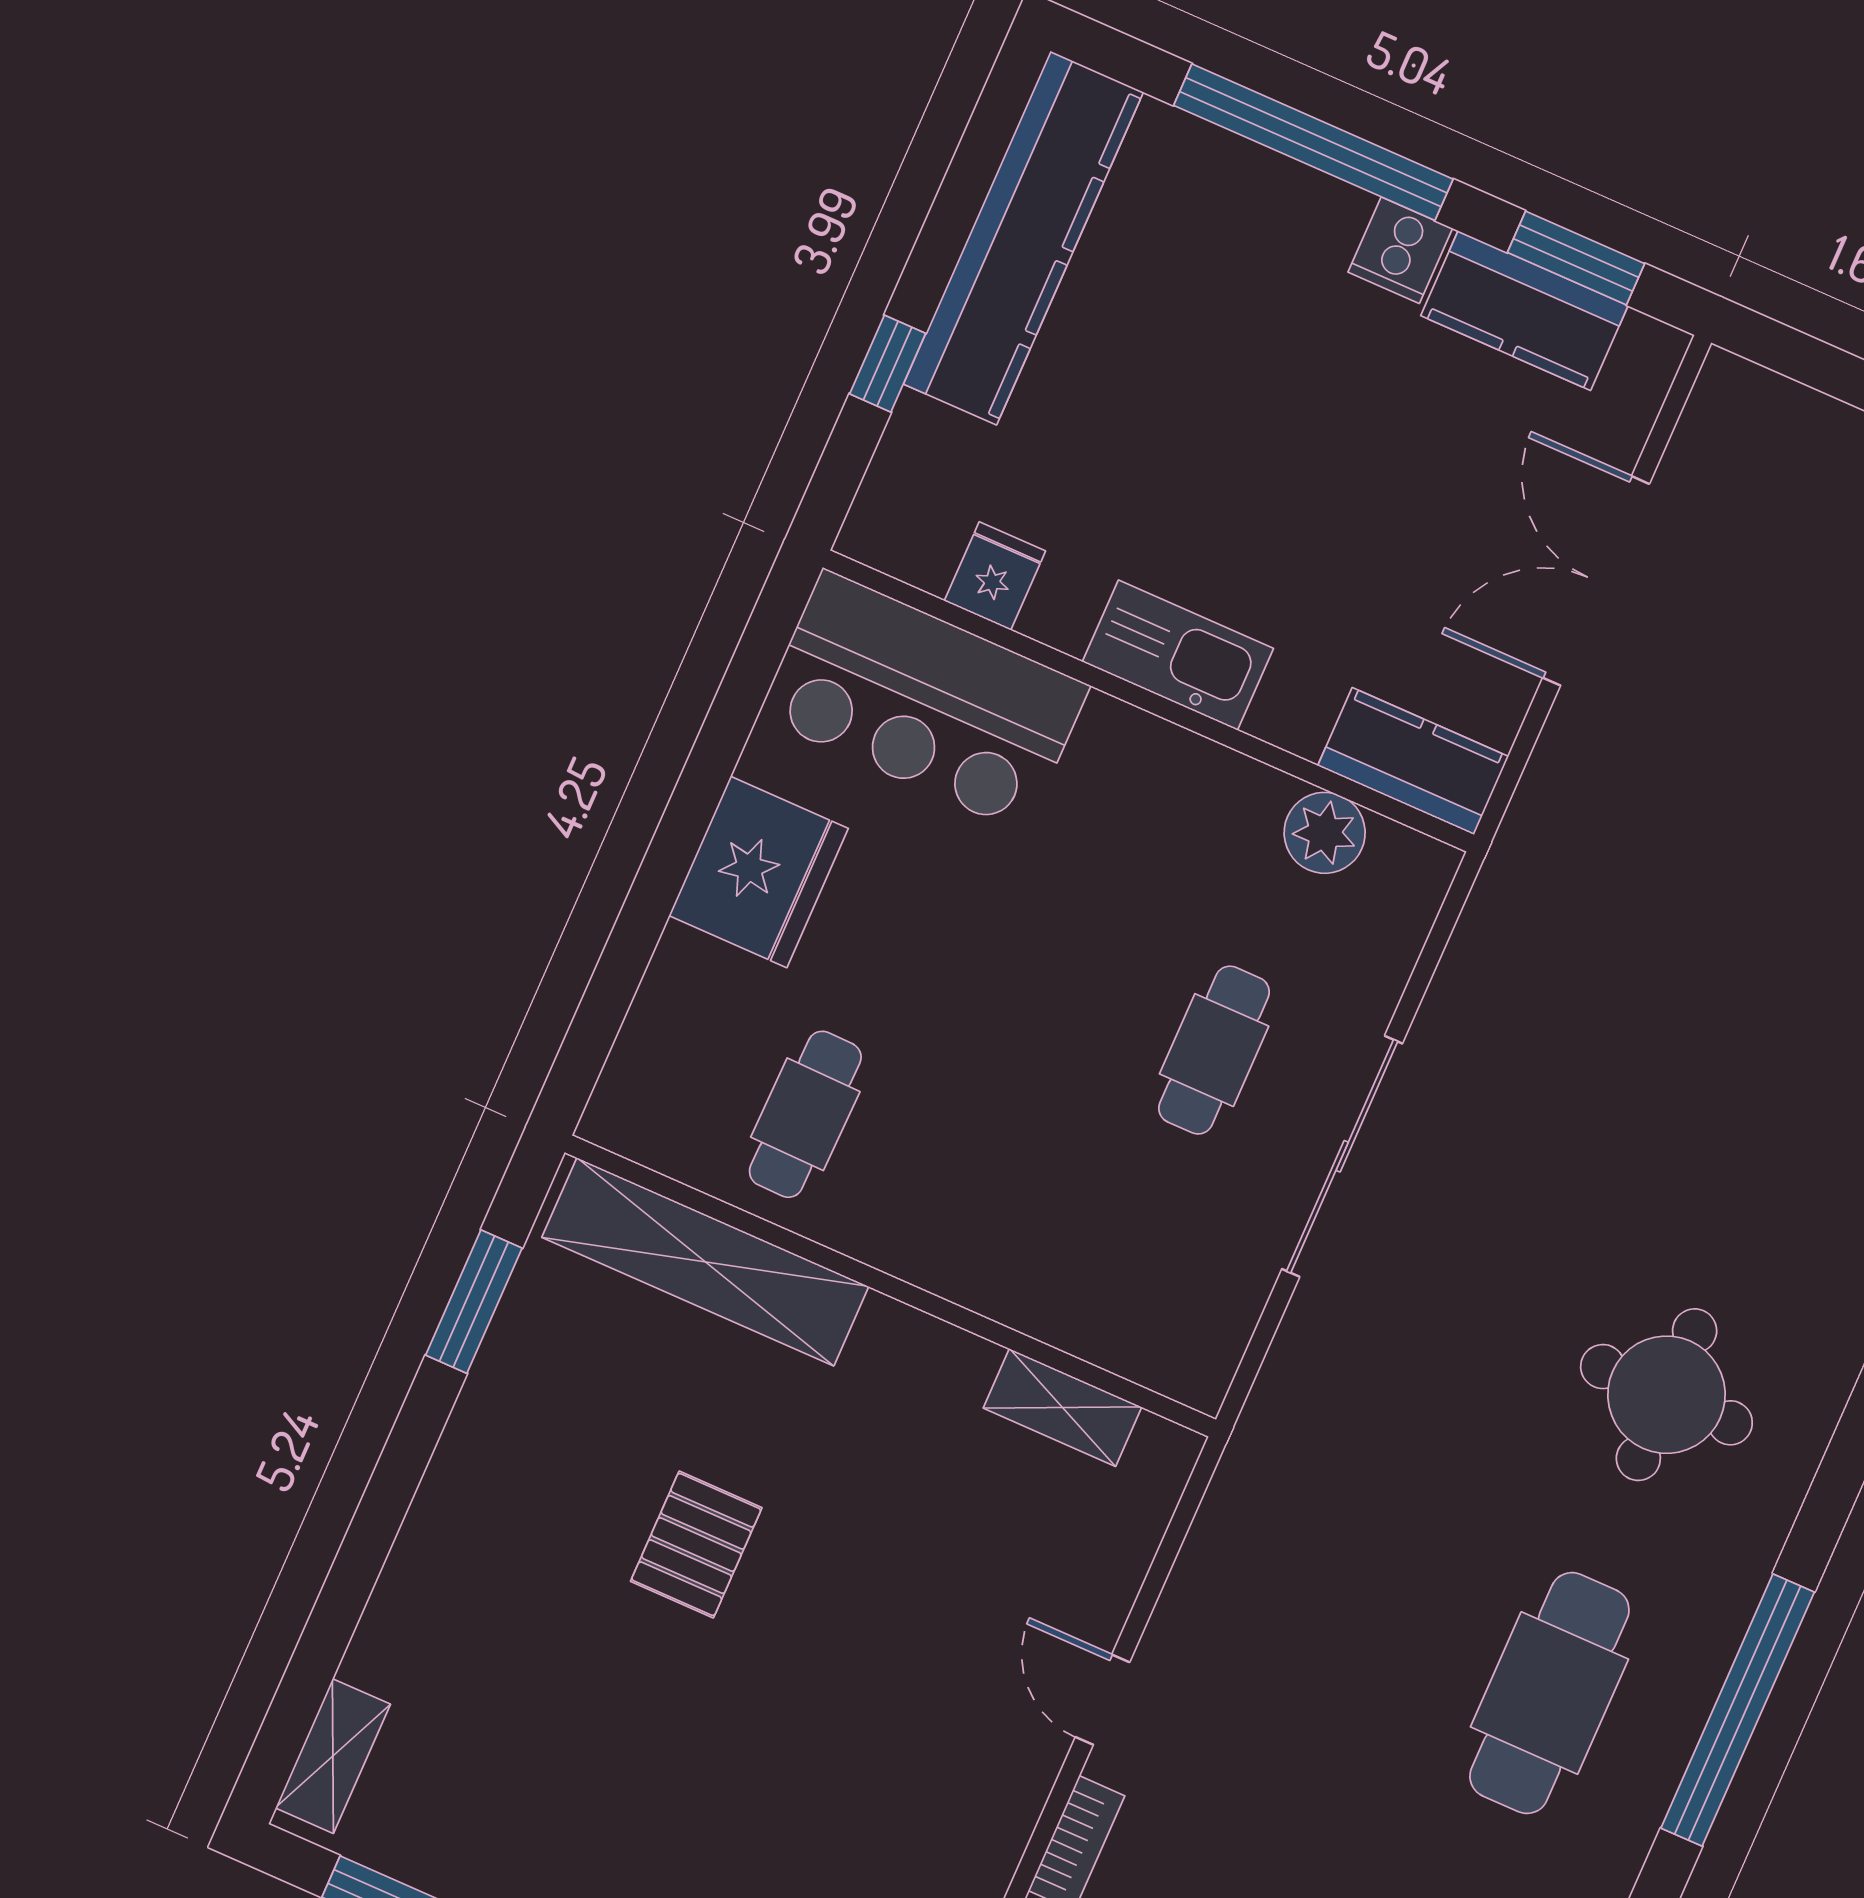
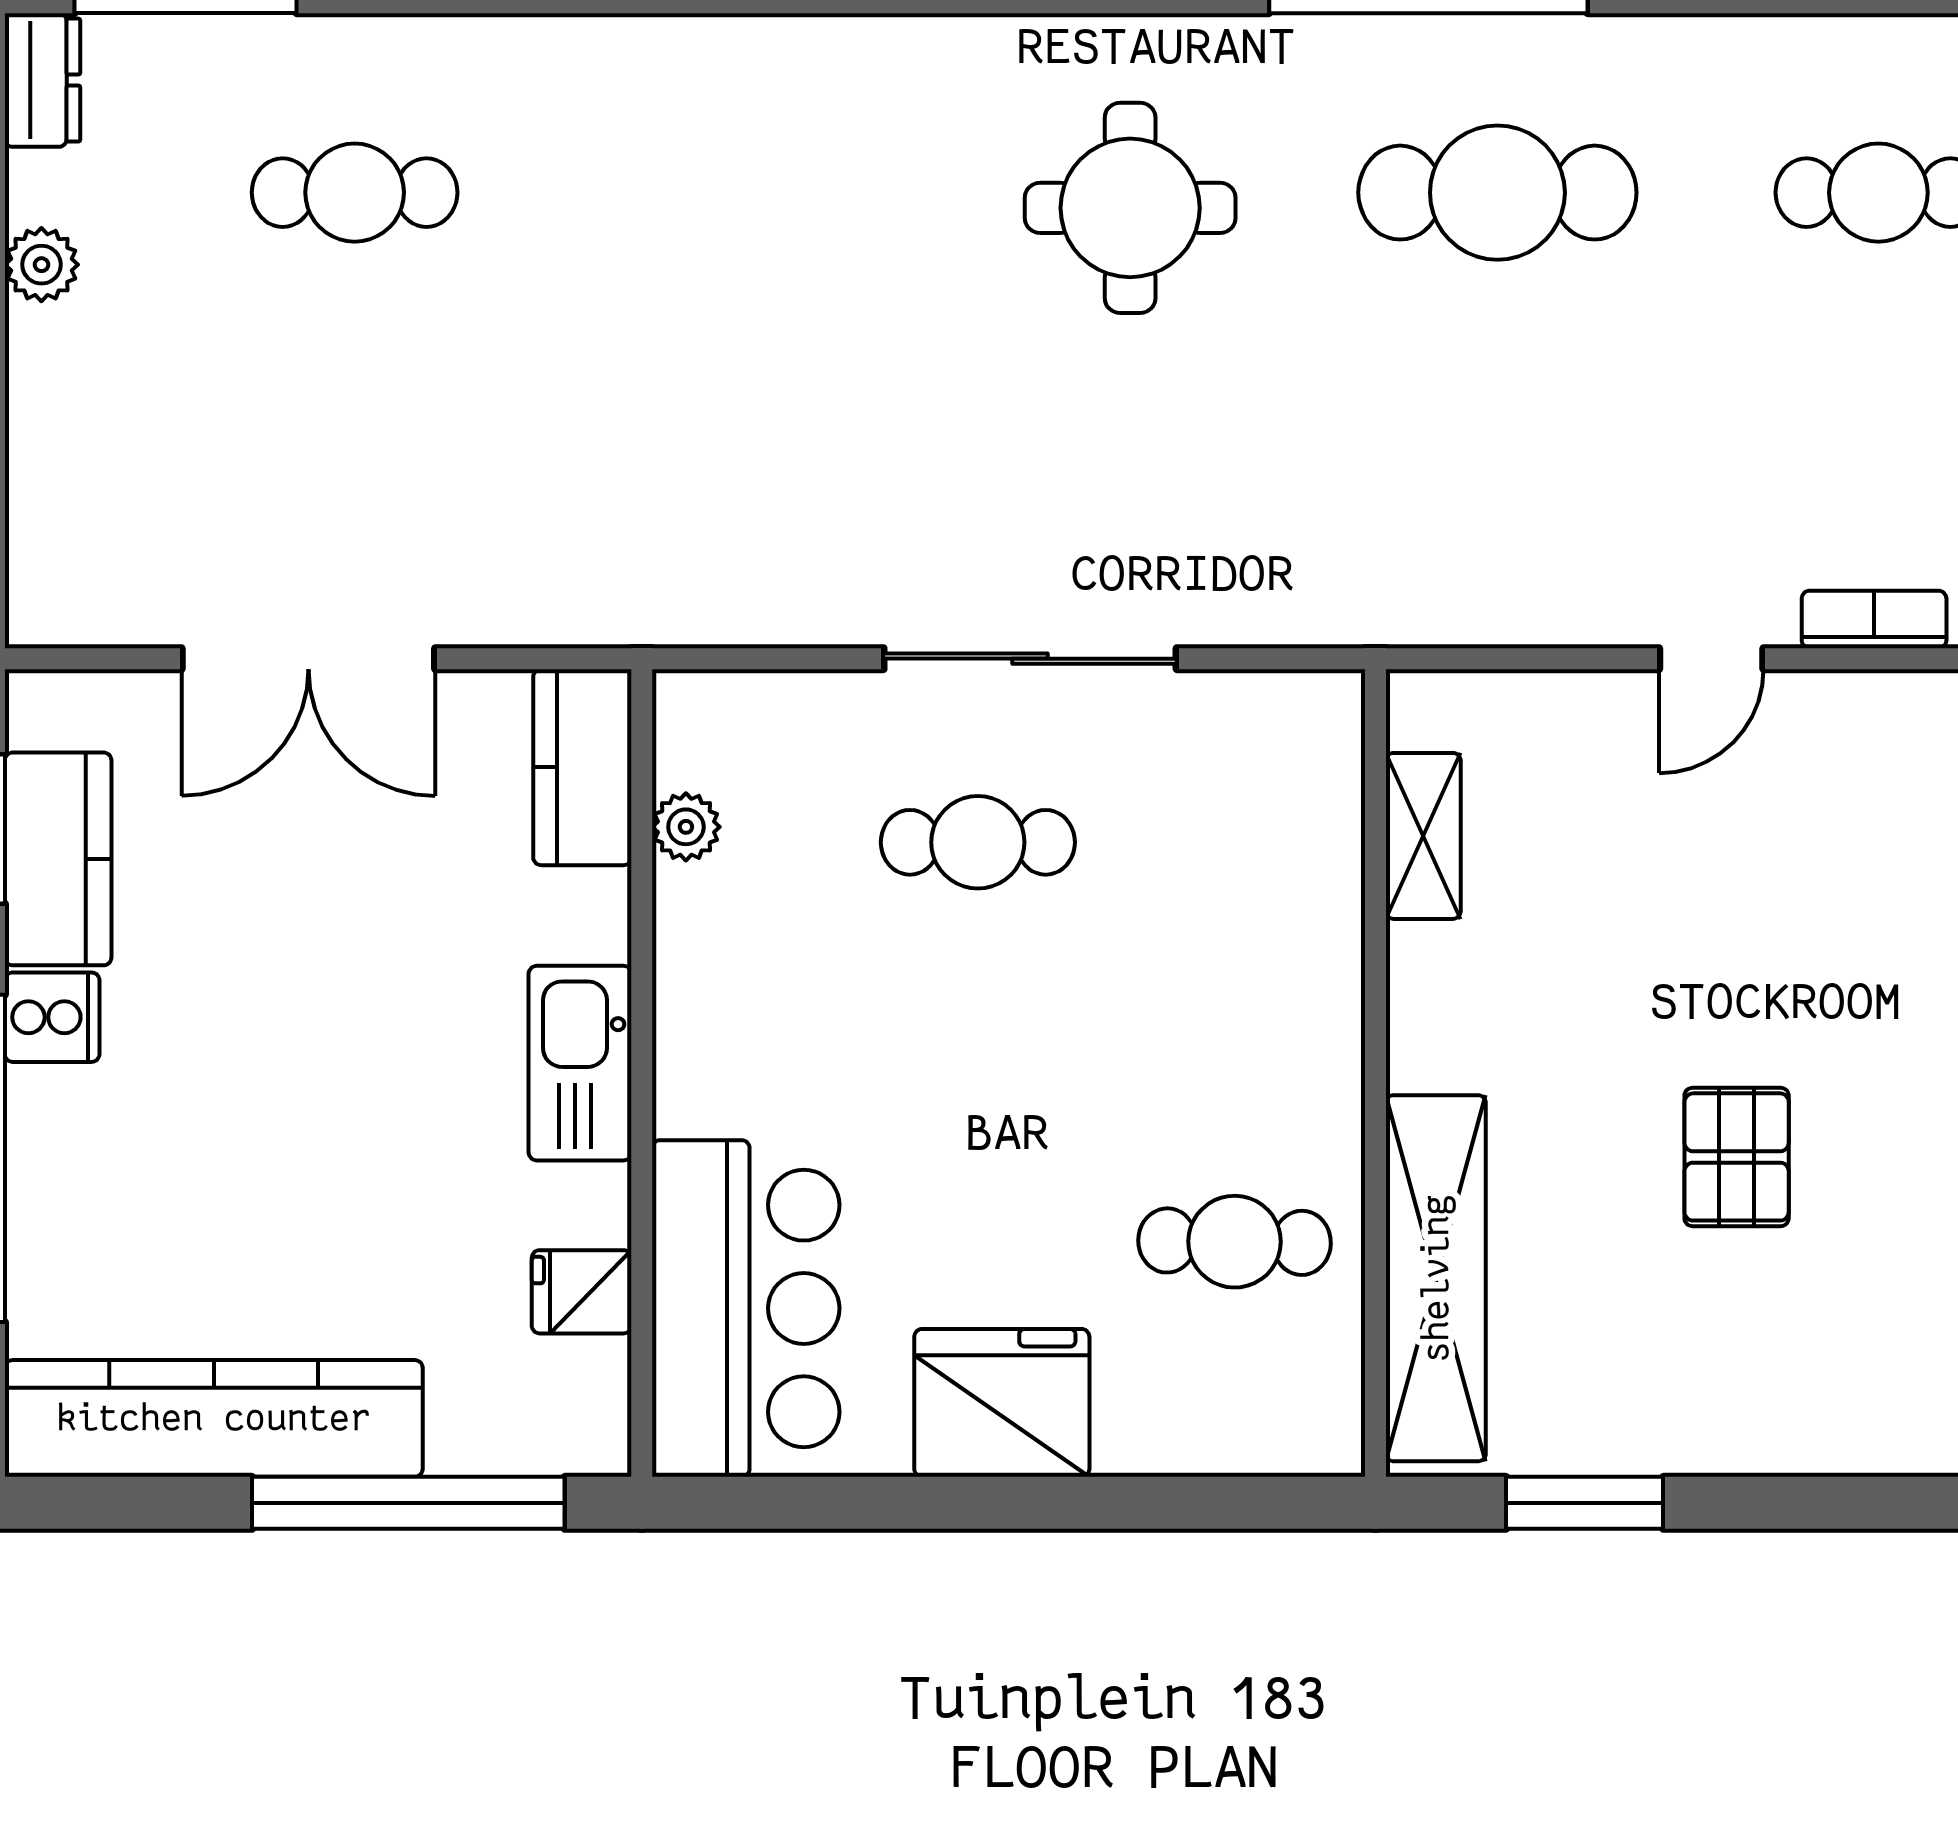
window: (888, 364) -> (408, 1503), width x3.17
plant: (1325, 833) -> (686, 827), width x0.73, depth x0.73
pallet: (696, 1545) -> (1737, 1157), turned 90

